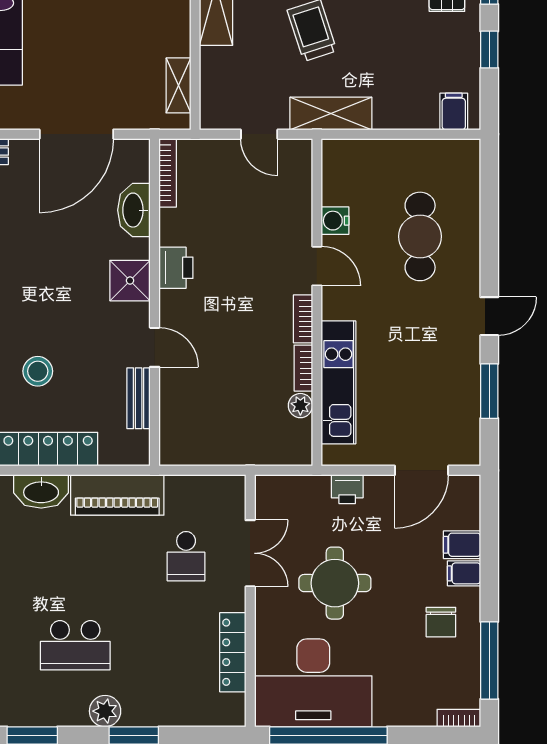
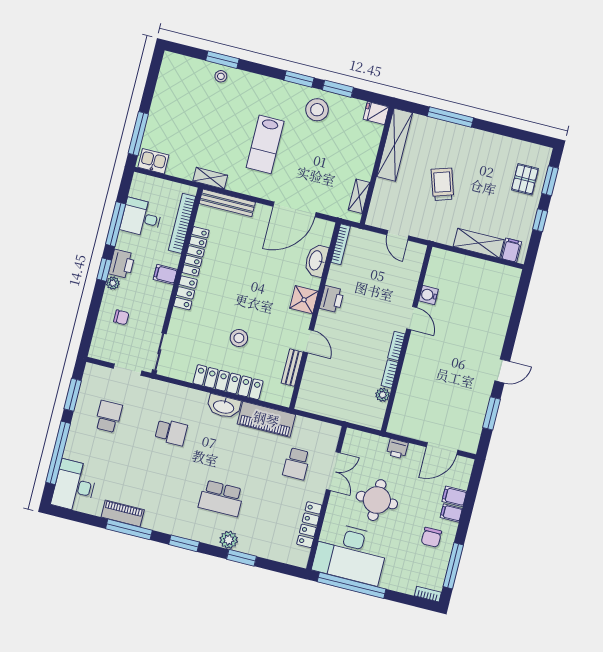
shelving: (331, 113) -> (479, 243), moved
cafe table: (420, 236) -> (474, 316), removed
kitchen unit: (339, 382) -> (407, 387), removed

